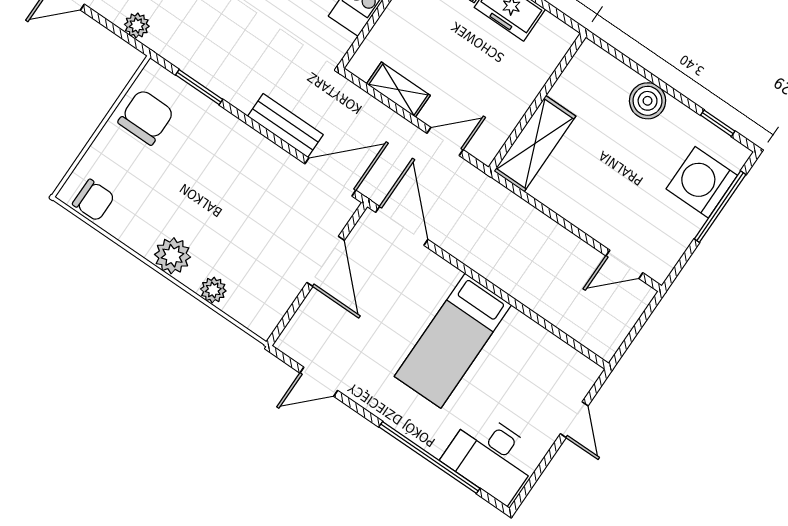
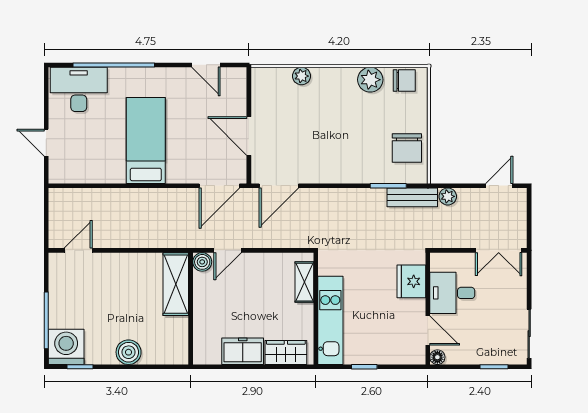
shelving: (398, 90) -> (304, 282), moved, turned 90
bench: (285, 125) -> (412, 197), moved
boiler: (485, 149) -> (202, 262), added
washing machine: (702, 182) -> (66, 347), moved, turned -90
chair: (94, 200) -> (404, 80), turned 180
door: (402, 226) -> (219, 186), hinge flipped
plant: (172, 256) -> (370, 80), moved
door: (319, 382) -> (206, 65), swing flipped

